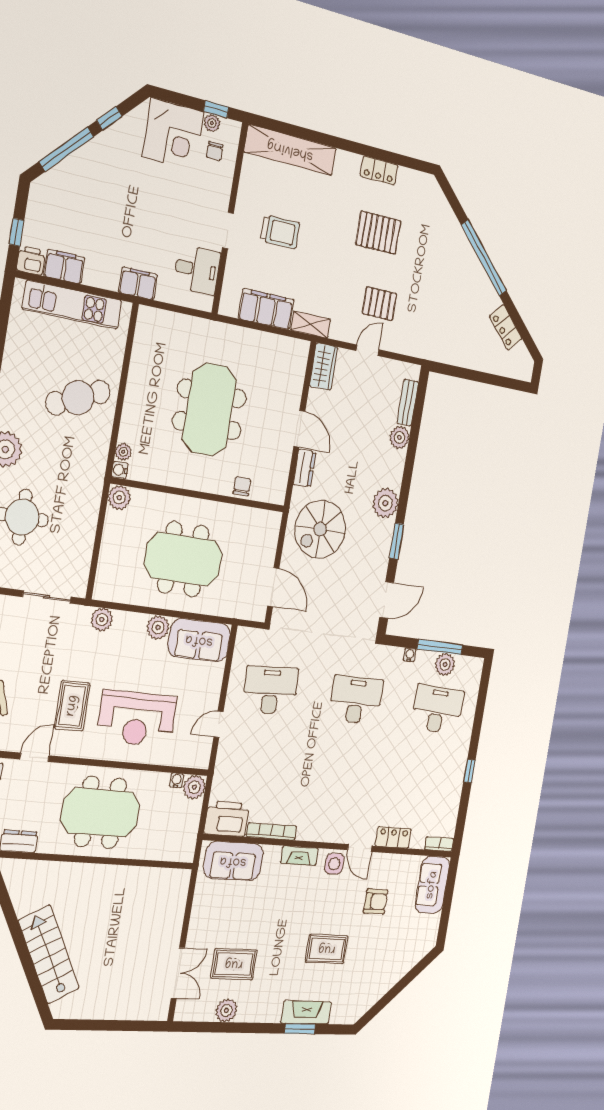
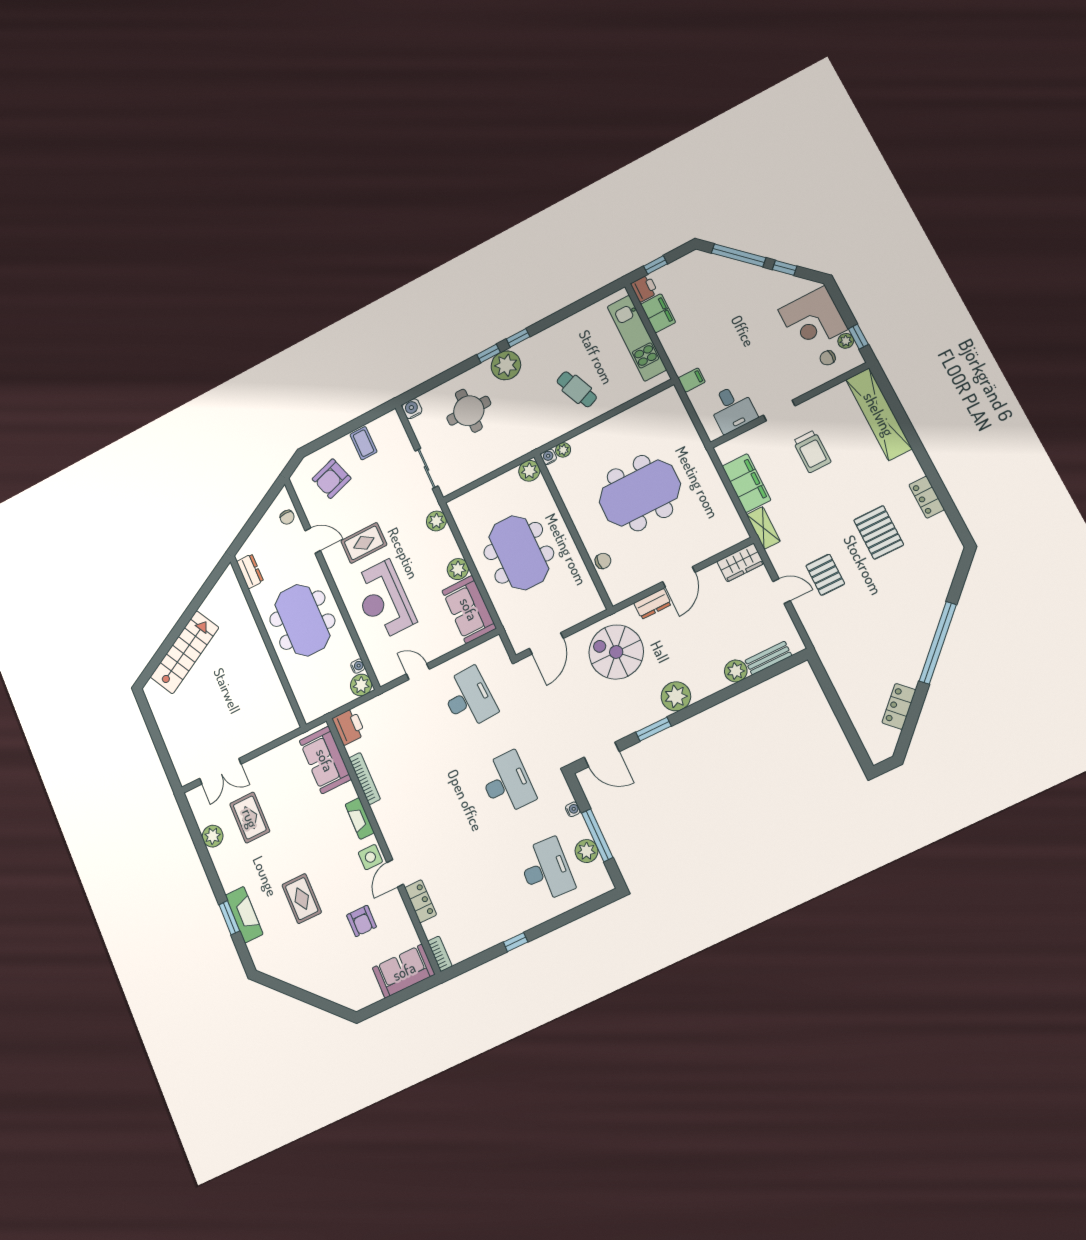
filing cabinet: (138, 283) -> (692, 380), width x0.50
cafe table: (78, 398) -> (577, 389), width x0.73, depth x0.74
printer: (227, 819) -> (349, 726), width x0.73, depth x0.84

